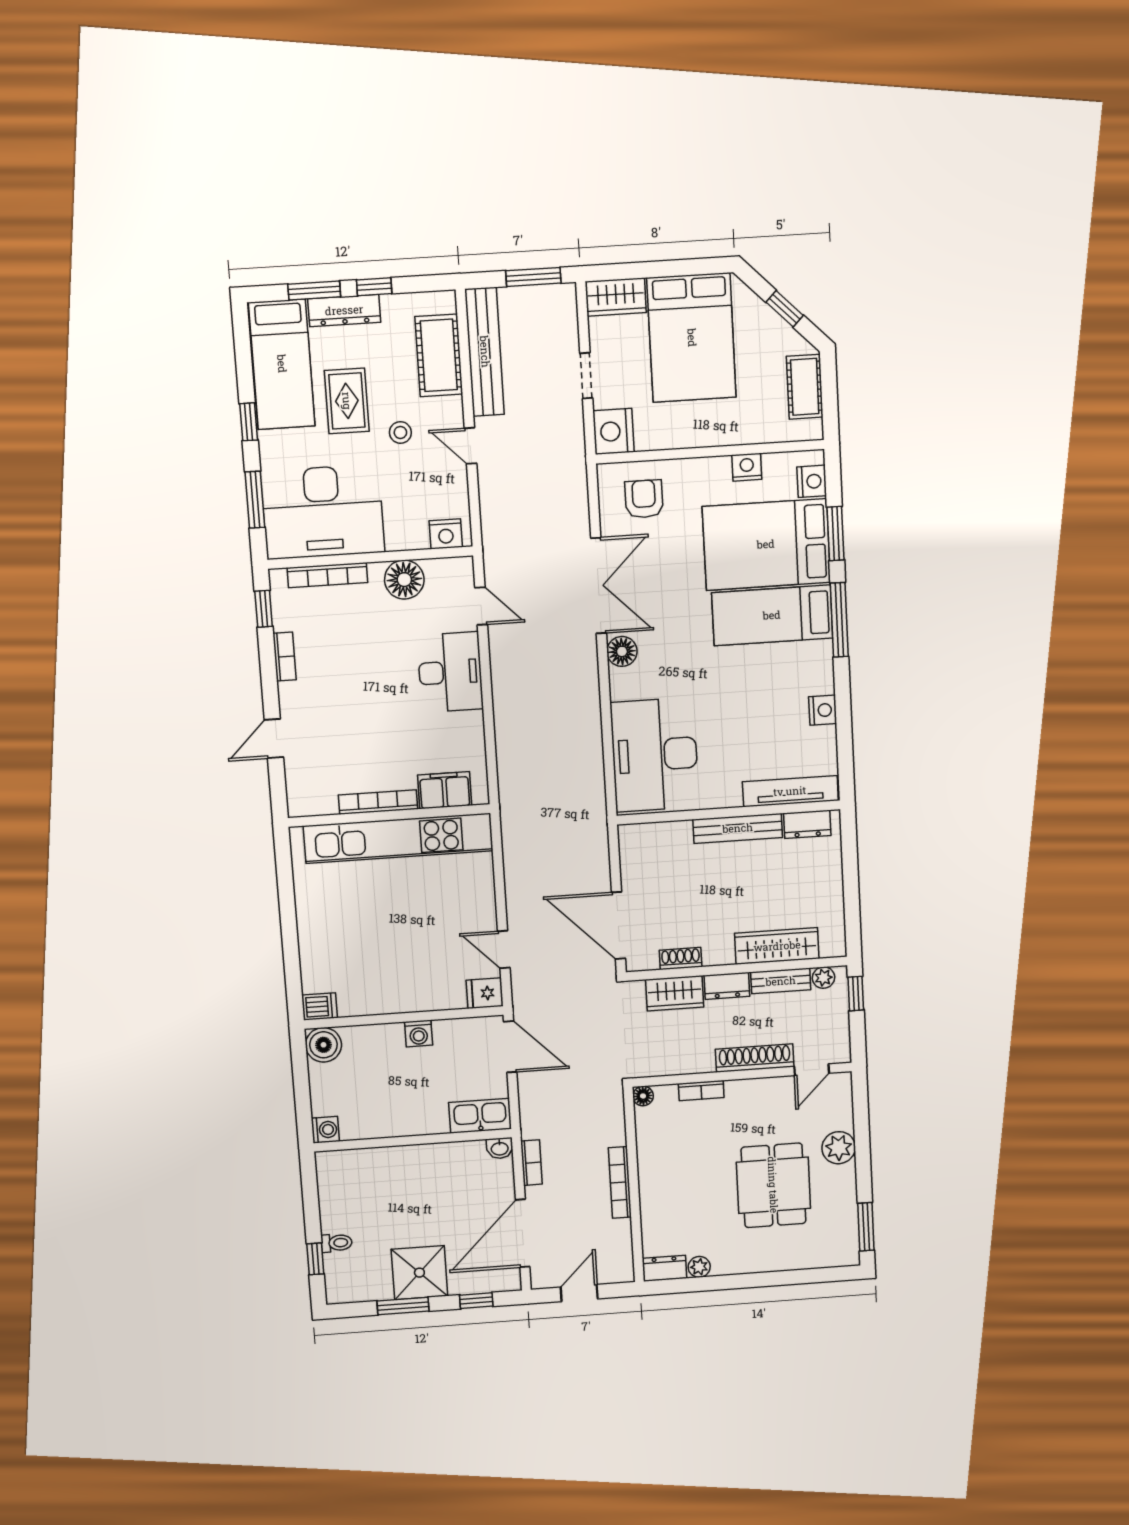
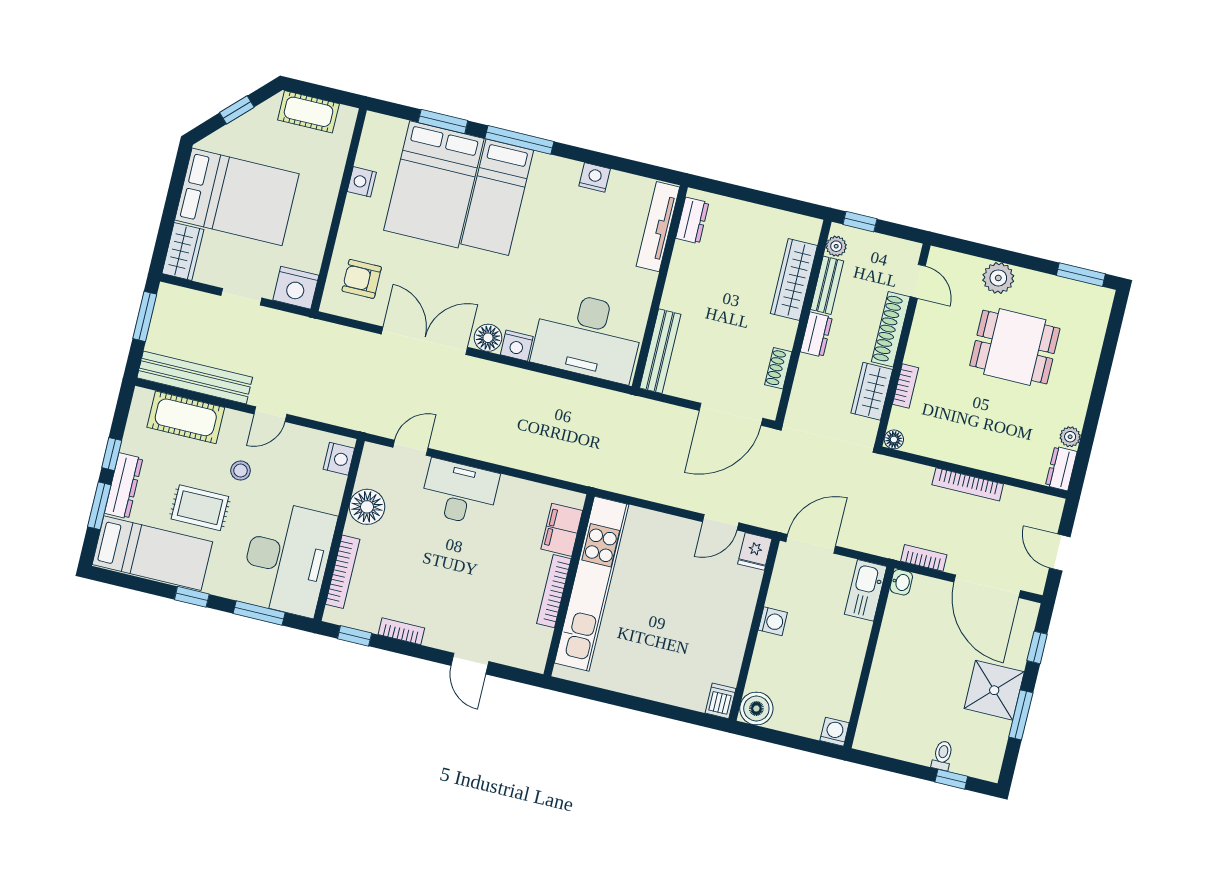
nightstand: (812, 481) -> (517, 346), moved, turned 180
bench: (738, 828) -> (660, 351), moved
wardrobe: (675, 993) -> (872, 391), moved, turned 180

